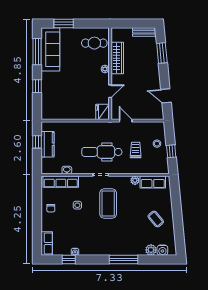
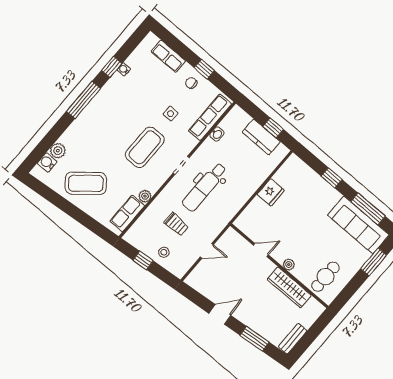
door: (110, 91) -> (261, 250), swing flipped
door: (166, 96) -> (220, 314), moved
fridge: (102, 112) -> (271, 192), moved, turned 90
door: (126, 121) -> (207, 251), moved
dental chair: (102, 152) -> (204, 187), turned 180
coffee table: (108, 204) -> (145, 147), turned 90
window: (37, 207) -> (204, 69), added
coffee table: (156, 219) -> (86, 183), width x1.86, depth x1.72
row of seats: (47, 244) -> (168, 56), moved
window: (69, 260) -> (112, 67), moved
window: (124, 260) -> (83, 100), moved

